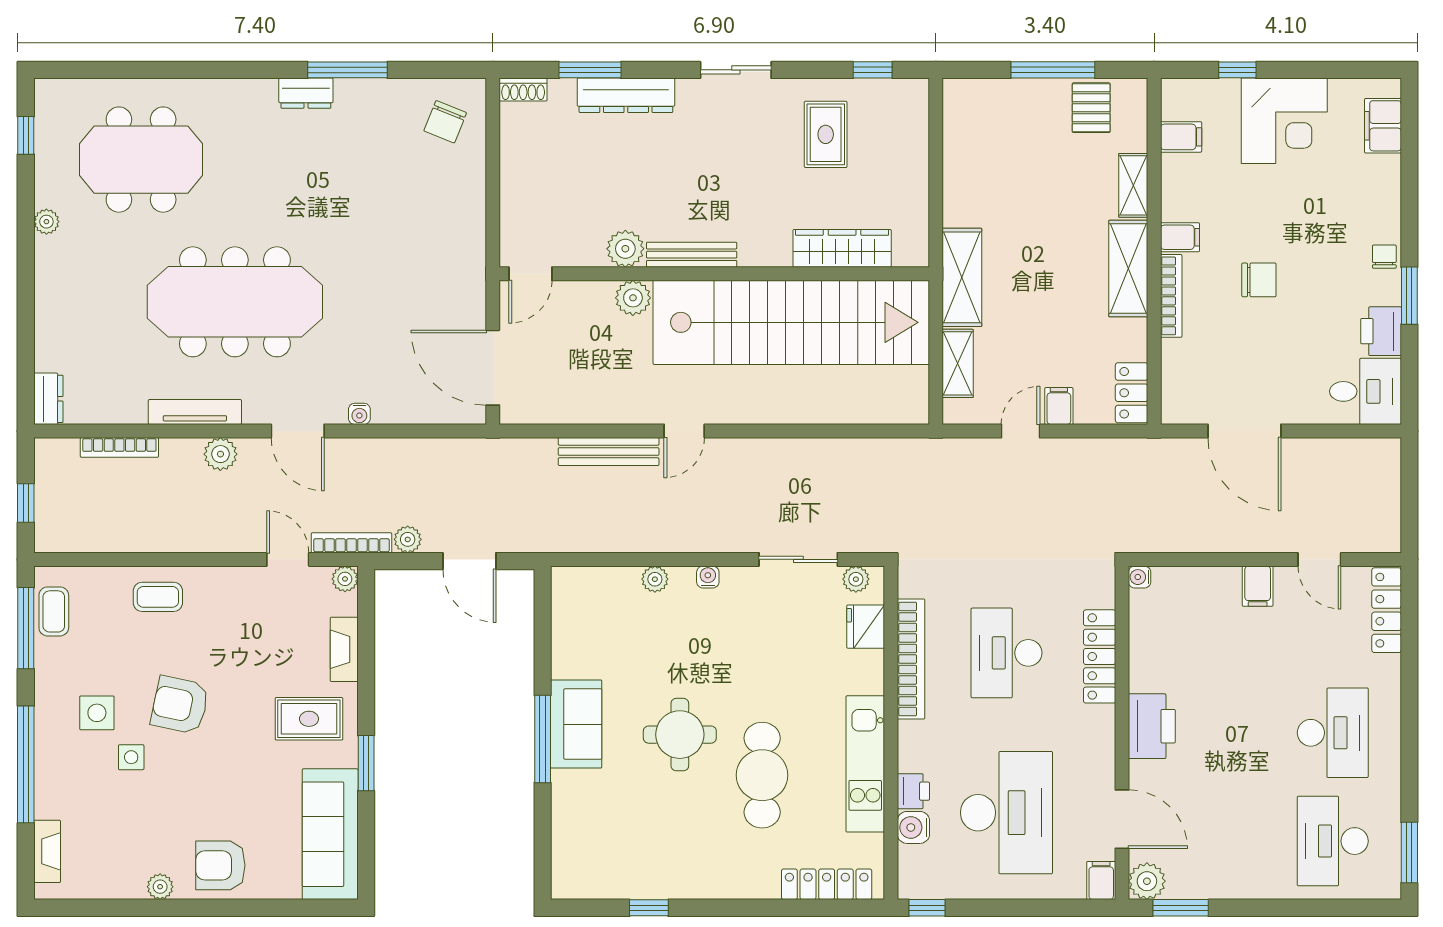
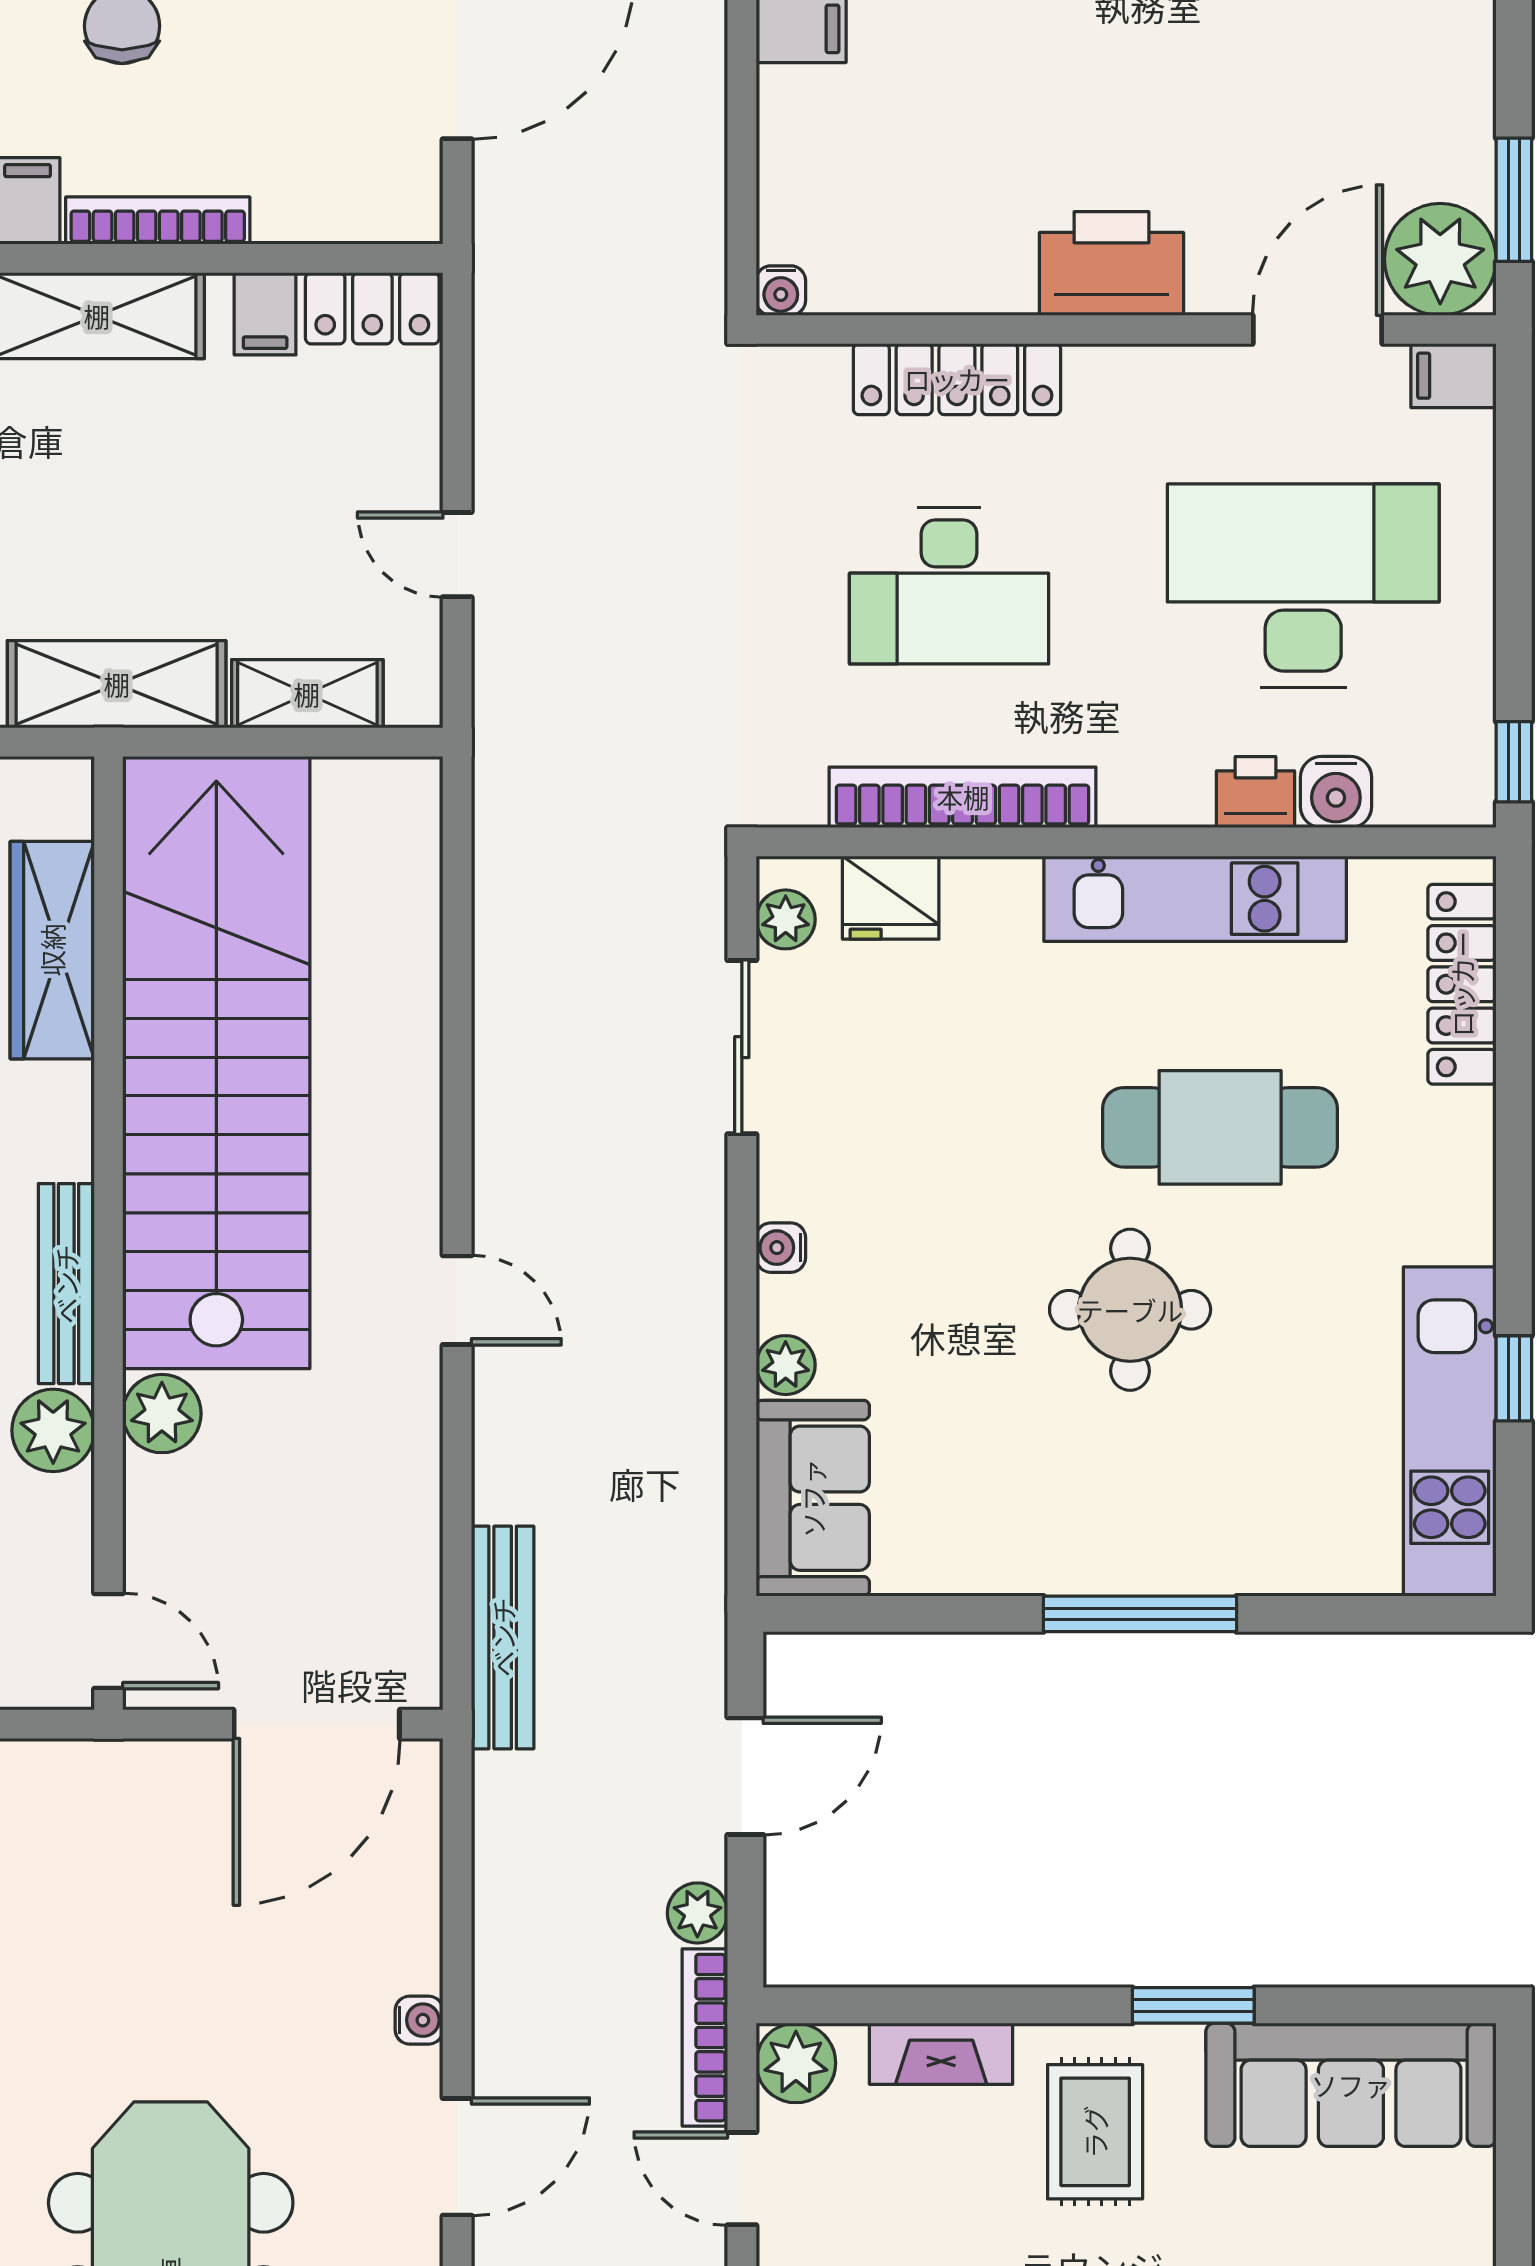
filing cabinet: (1059, 406) -> (265, 314), moved, turned -90
bench: (609, 452) -> (503, 1637), moved
door: (288, 559) -> (742, 2179), hinge flipped
plant: (345, 579) -> (796, 2063), width x1.38, depth x1.38
sofa: (576, 724) -> (813, 1498), moved, turned 90
kitchen unit: (625, 879) -> (1450, 1432), added
plant: (1147, 881) -> (1440, 259), width x1.36, depth x1.36

